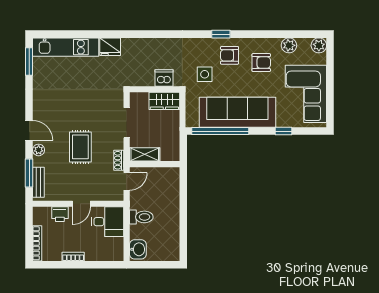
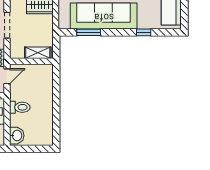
window: (220, 131) -> (89, 32), width x0.47
shelving: (145, 154) -> (38, 53), moved

